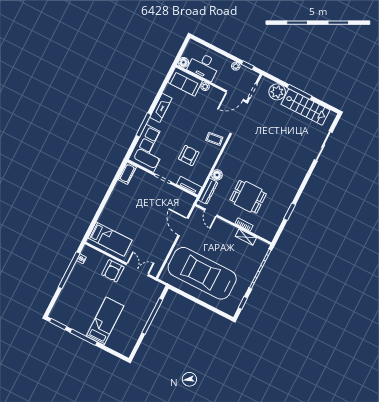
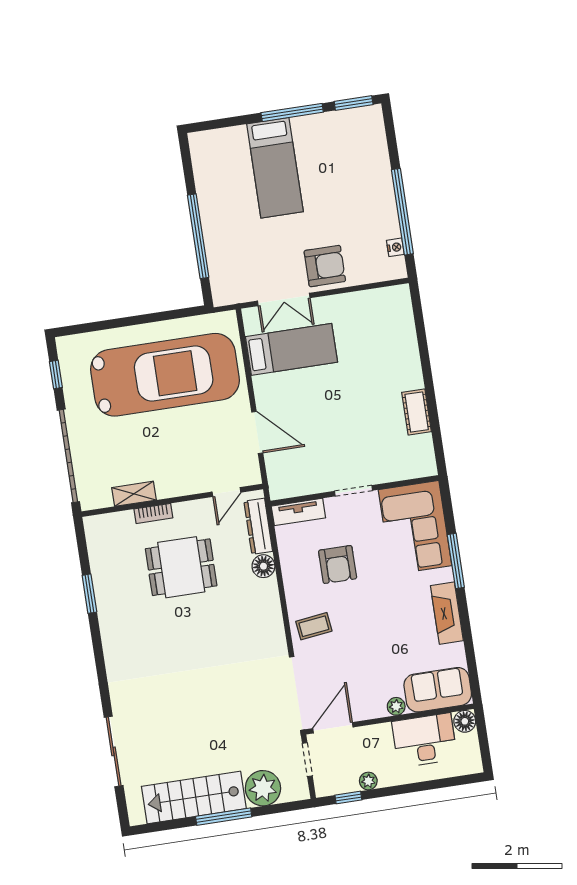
cot: (127, 173) -> (417, 412), moved
door: (211, 213) -> (226, 492), swing flipped
bed: (110, 239) -> (291, 349), moved, turned 180
armchair: (113, 271) -> (325, 266), turned 90

